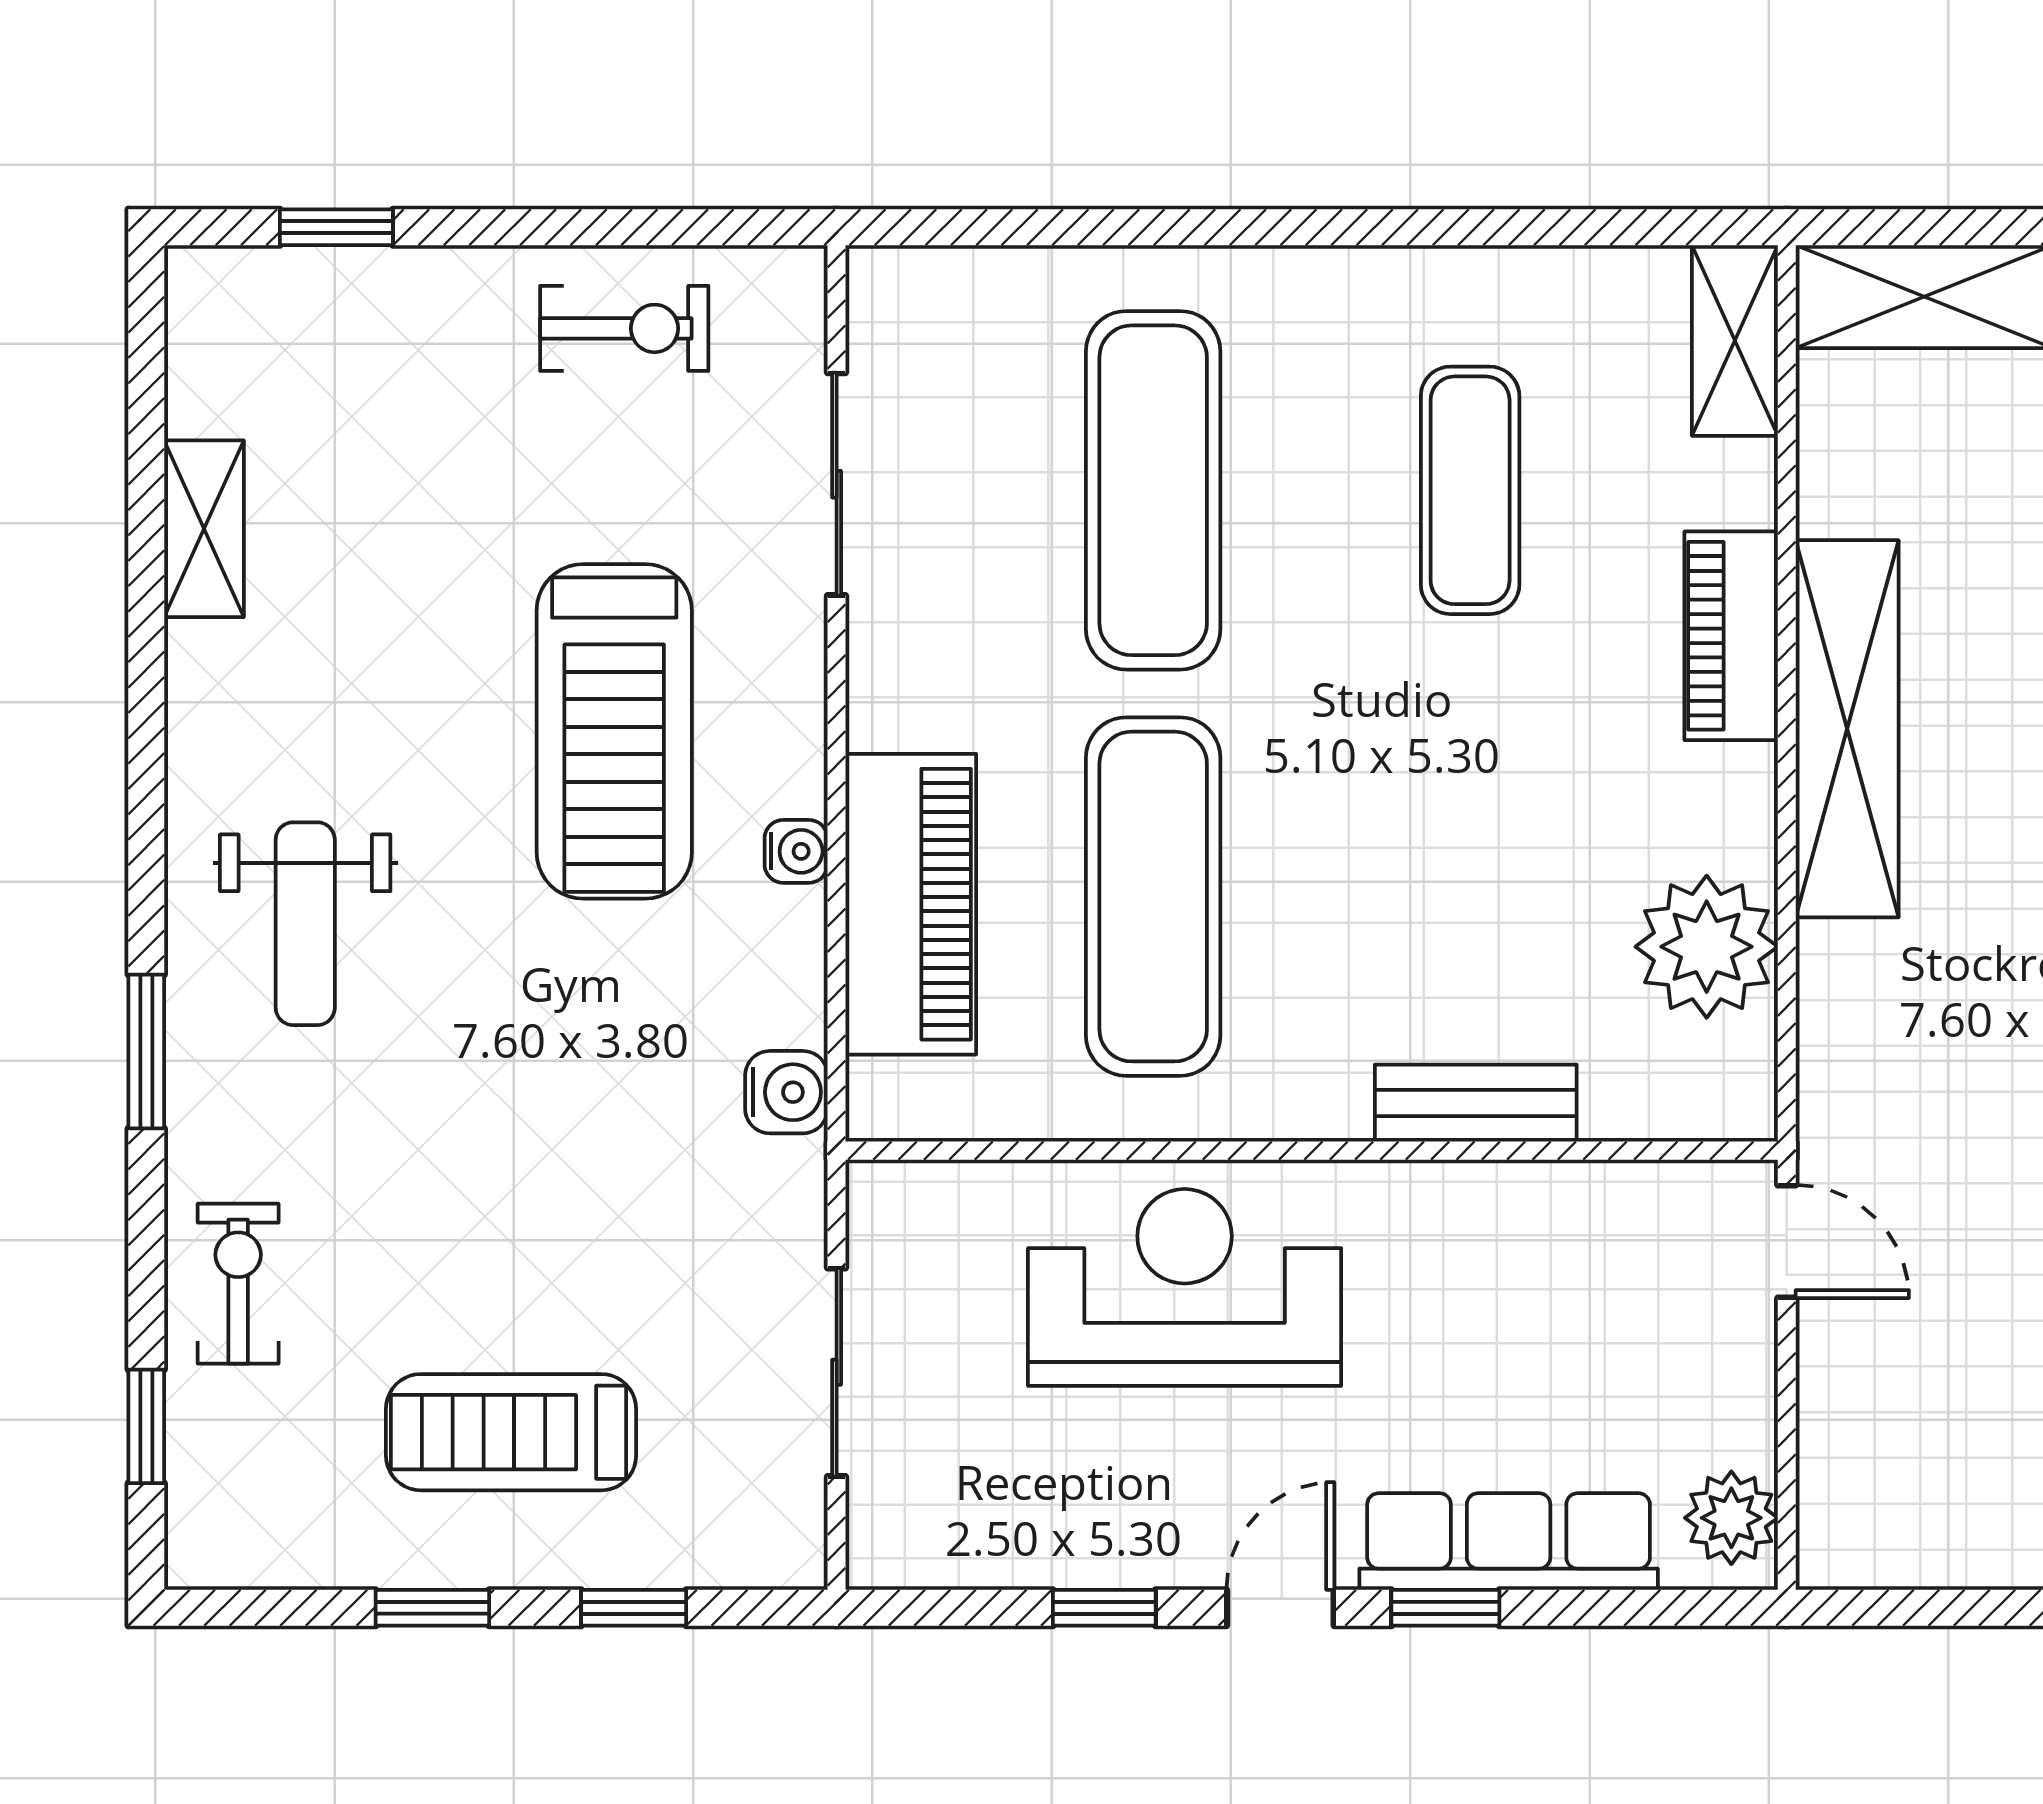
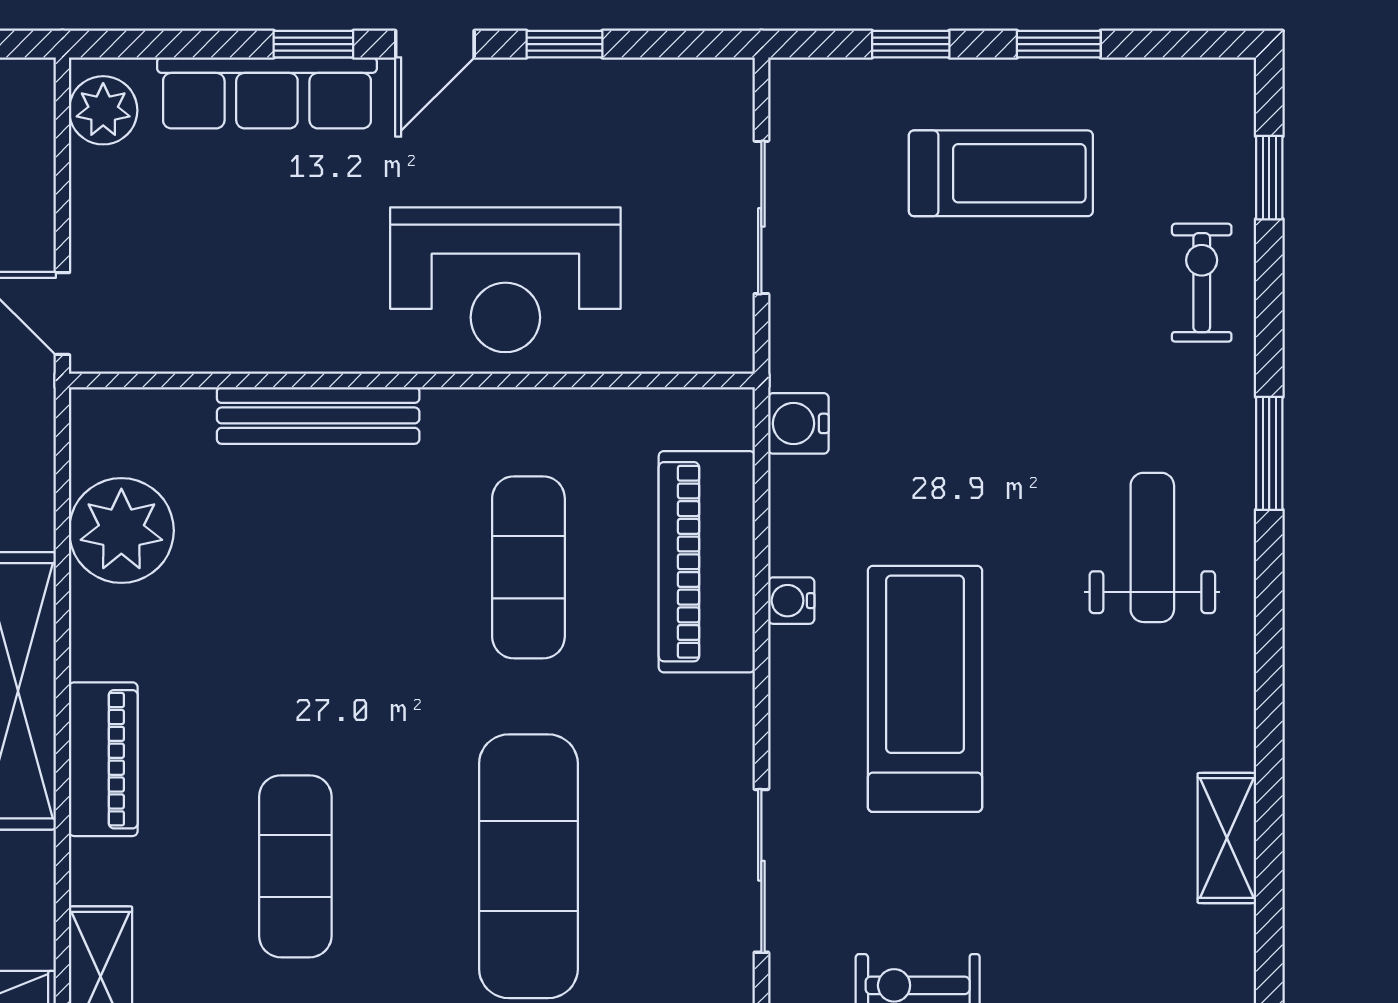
exercise mat: (1153, 897) -> (528, 567), width x0.73, depth x0.69
bench: (1476, 1103) -> (318, 415), width x1.36
exercise bike: (238, 1284) -> (1202, 283), turned 180

